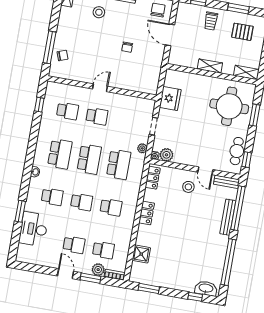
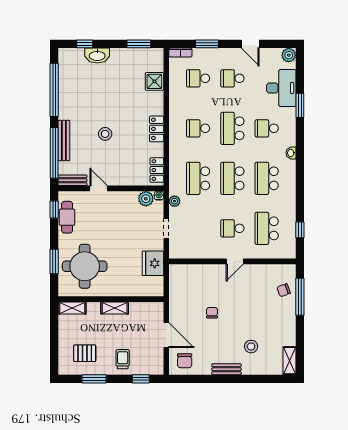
school desk: (67, 111) -> (267, 228), width x1.85
stool: (188, 187) -> (105, 134), moved
school desk: (82, 202) -> (232, 128), width x1.85
plant: (98, 270) -> (289, 55), moved
door: (65, 274) -> (250, 44), moved
washbasin: (206, 288) -> (97, 55), moved

